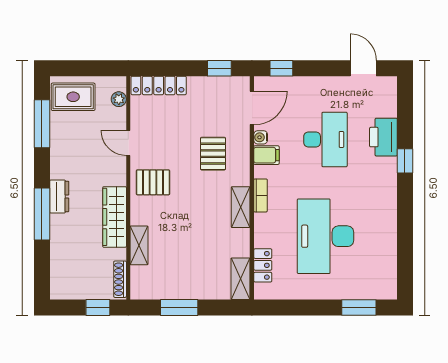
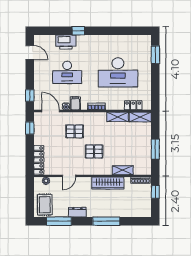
door: (363, 68) -> (30, 53), swing flipped
desk: (325, 139) -> (67, 72), turned 180
pallet: (153, 182) -> (94, 151), moved, turned 90
dresser: (59, 196) -> (77, 212), moved
shelving: (241, 207) -> (118, 117), moved

